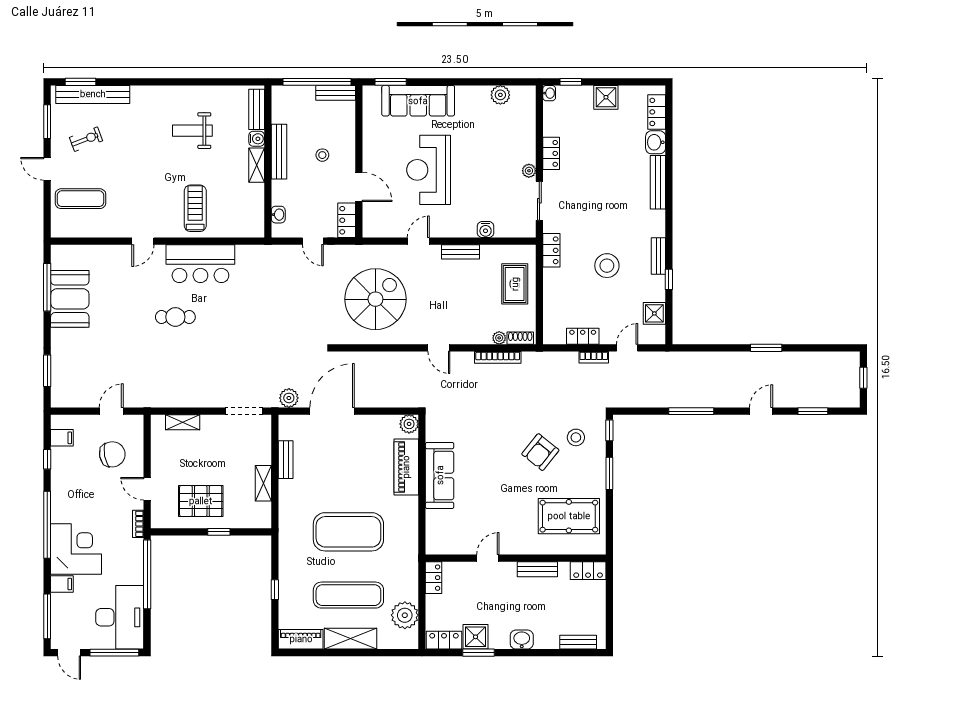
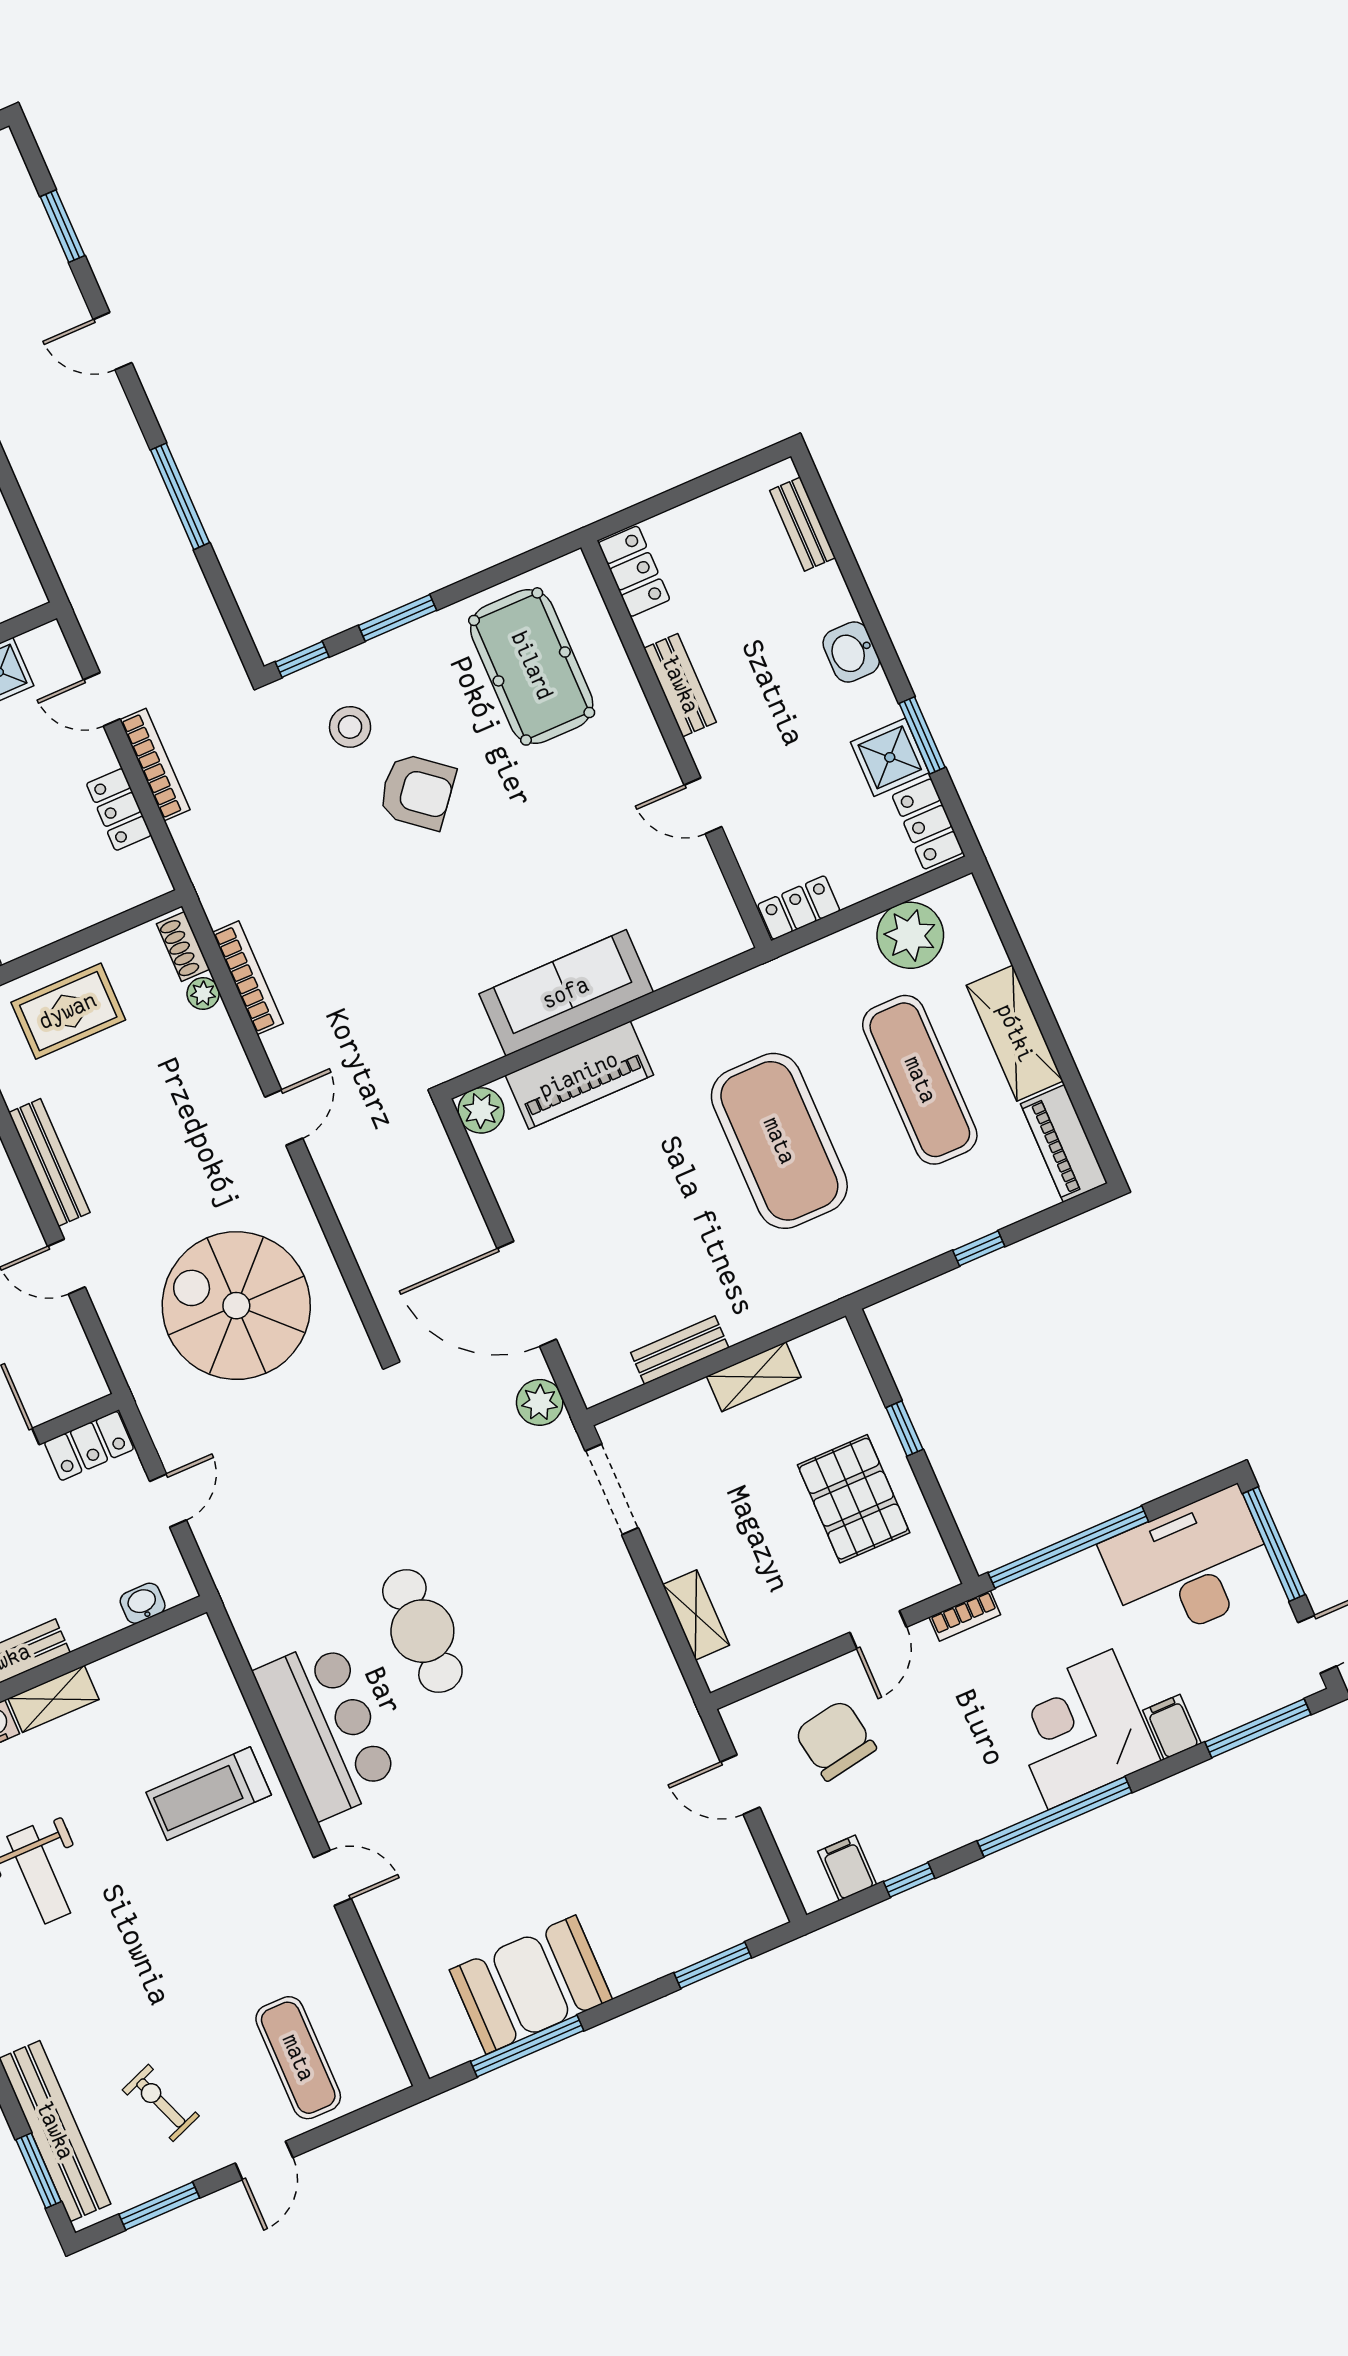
bench: (460, 252) -> (49, 1162), width x1.36
cafe table: (175, 317) -> (422, 1631), moved, width x1.37, depth x1.35
bookcase: (594, 357) -> (155, 765), width x1.56

